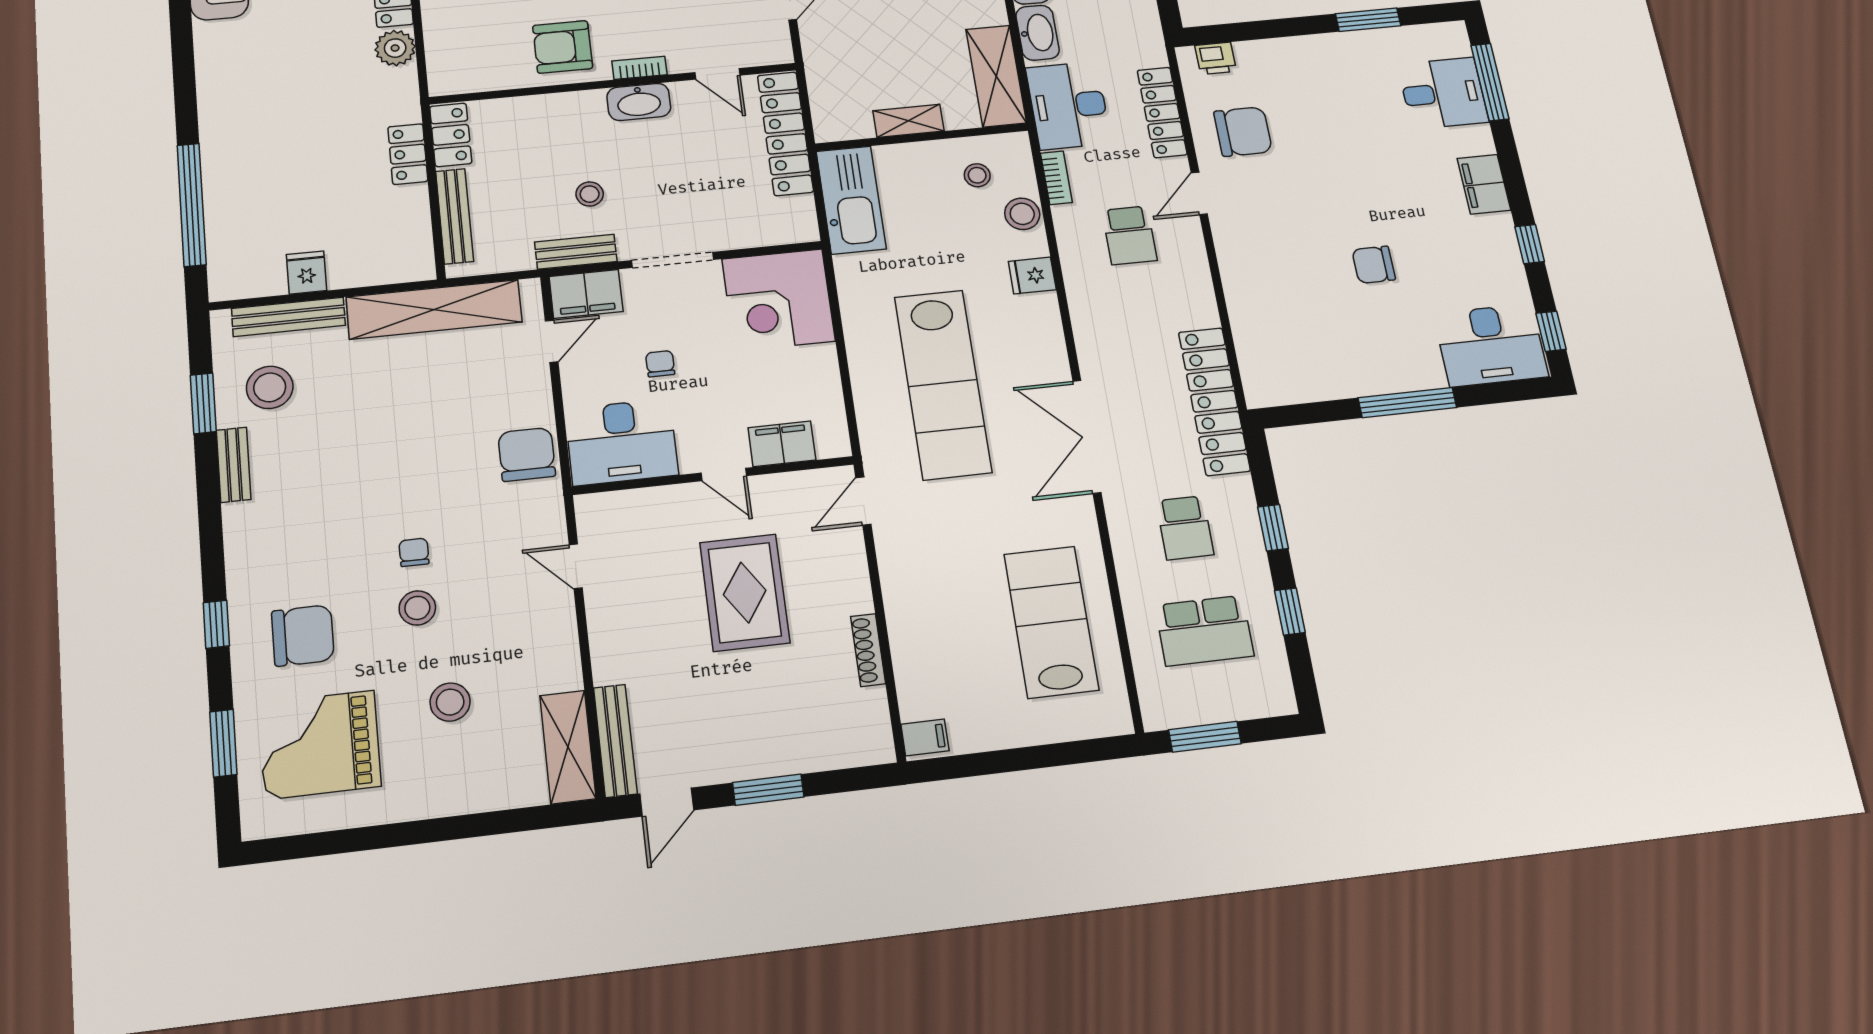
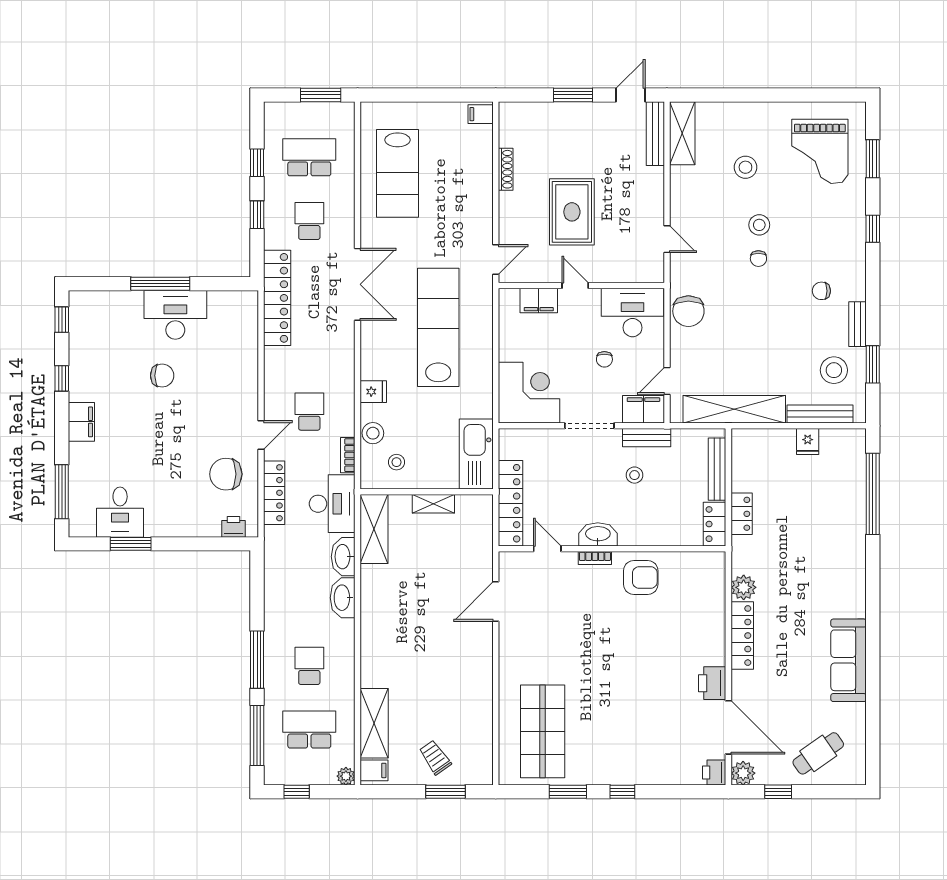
desk: (1443, 93) -> (120, 512), moved, turned -90
desk: (1491, 345) -> (175, 315), moved
chair: (303, 635) -> (821, 291), moved, width x0.54, depth x0.54
grand piano: (320, 745) -> (820, 151), turned 90

